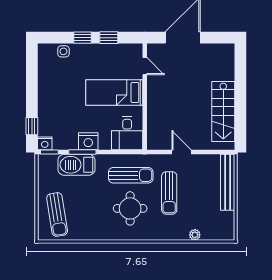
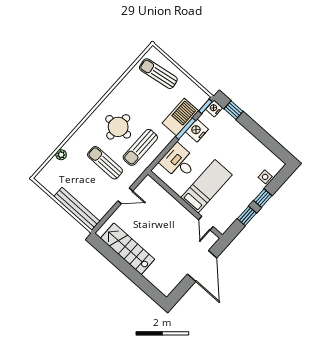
door: (145, 66) -> (206, 223), hinge flipped
desk: (127, 133) -> (179, 162), moved
nightstand: (88, 141) -> (197, 131), moved

